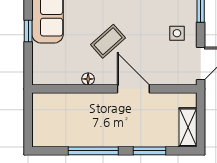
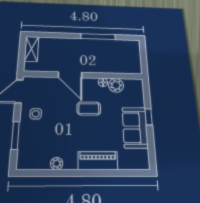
coffee table: (108, 41) -> (89, 109), turned 42
plant: (70, 75) -> (116, 85), added
window: (150, 151) -> (59, 35), removed

